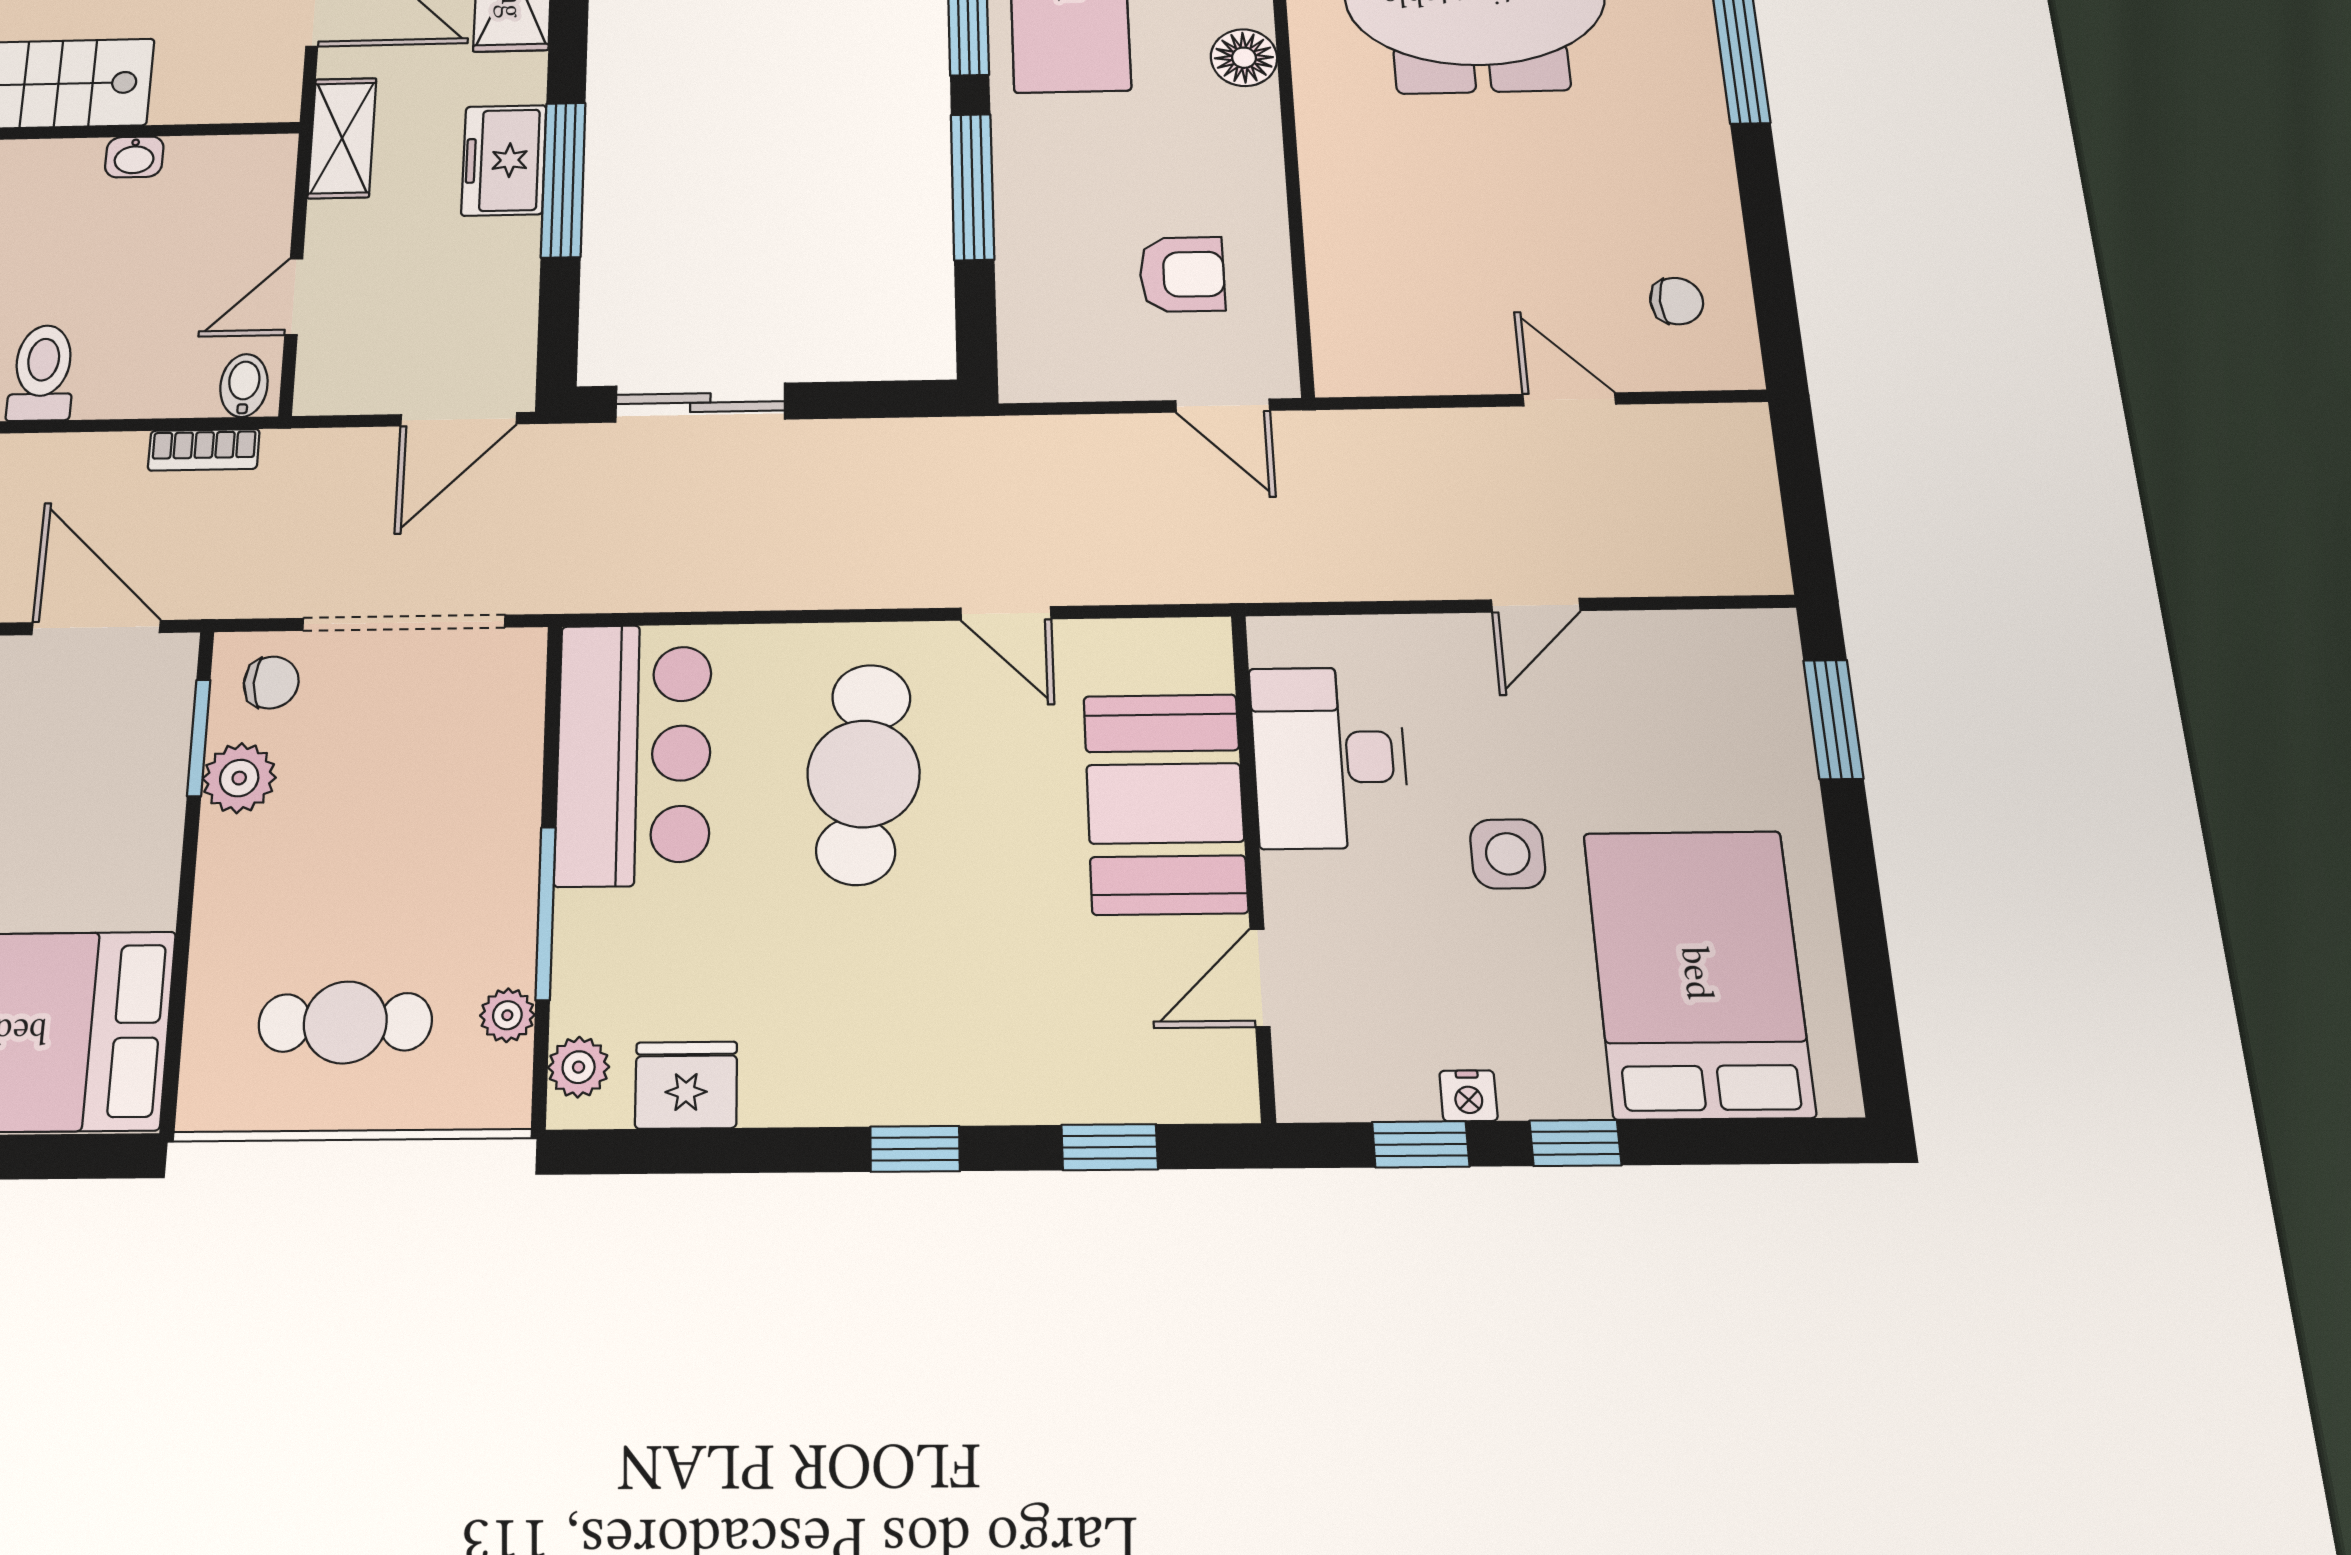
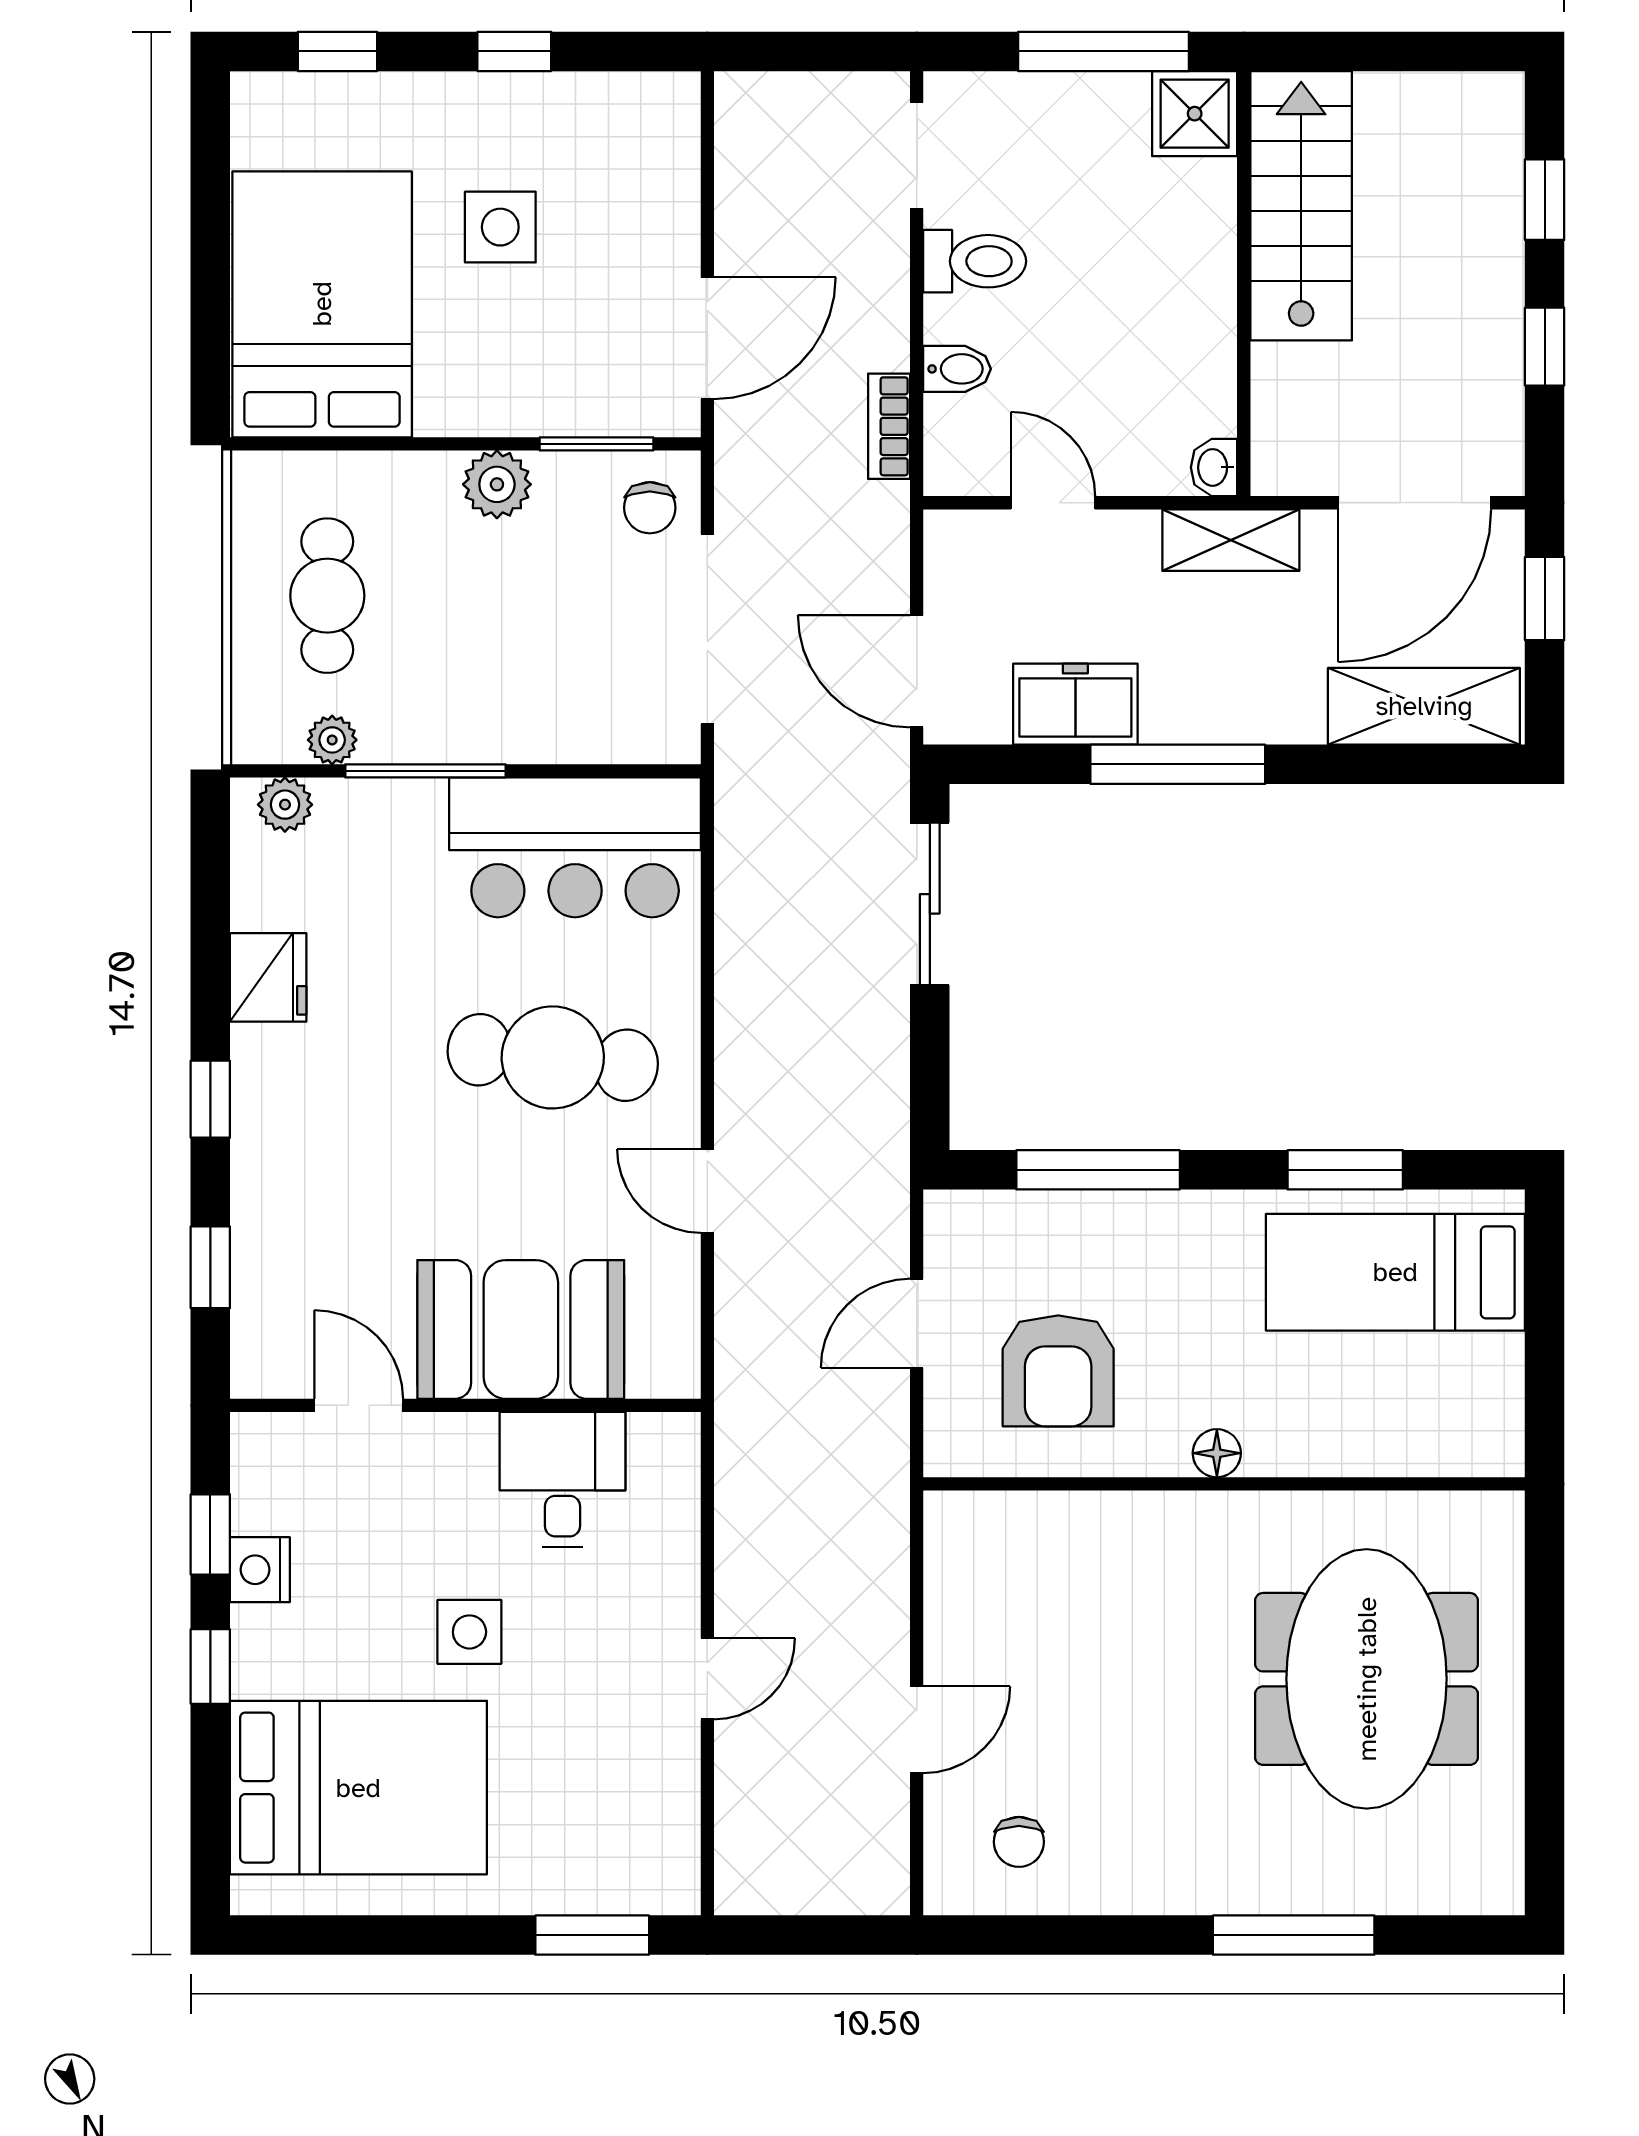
floor lamp: (1244, 58) -> (1217, 1453), moved, width x0.73, depth x0.73
washbasin: (134, 157) -> (1214, 467), moved
freezer: (504, 160) -> (1075, 704), moved
window: (972, 187) -> (1098, 1170), moved
armchair: (1182, 274) -> (1058, 1371), width x1.38, depth x1.38
bidet: (244, 385) -> (957, 369), moved
door: (1223, 406) -> (917, 1323), moved
door: (1536, 605) -> (707, 1679), swing flipped
door: (1006, 613) -> (707, 1191), hinge flipped
desk: (1329, 757) -> (562, 1480), width x0.73
plant: (239, 778) -> (497, 484), moved
fridge: (686, 1085) -> (268, 977), moved
nightstand: (1468, 1096) -> (260, 1570), width x1.39, depth x1.35

